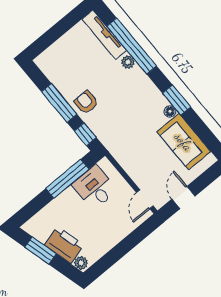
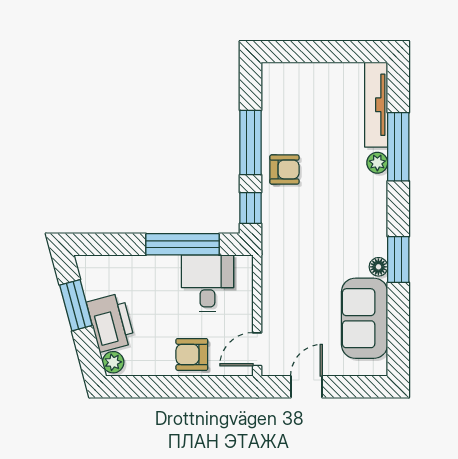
window: (132, 46) -> (398, 147), width x0.68
armchair: (86, 102) -> (284, 169), turned 90
armchair: (116, 228) -> (192, 354), added

